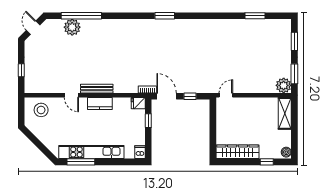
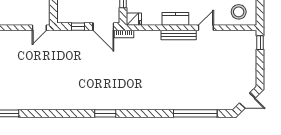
plant: (72, 27) -> (205, 101), removed
door: (33, 28) -> (247, 101), hinge flipped
window: (21, 70) -> (260, 43), moved
door: (71, 95) -> (206, 28), hinge flipped

